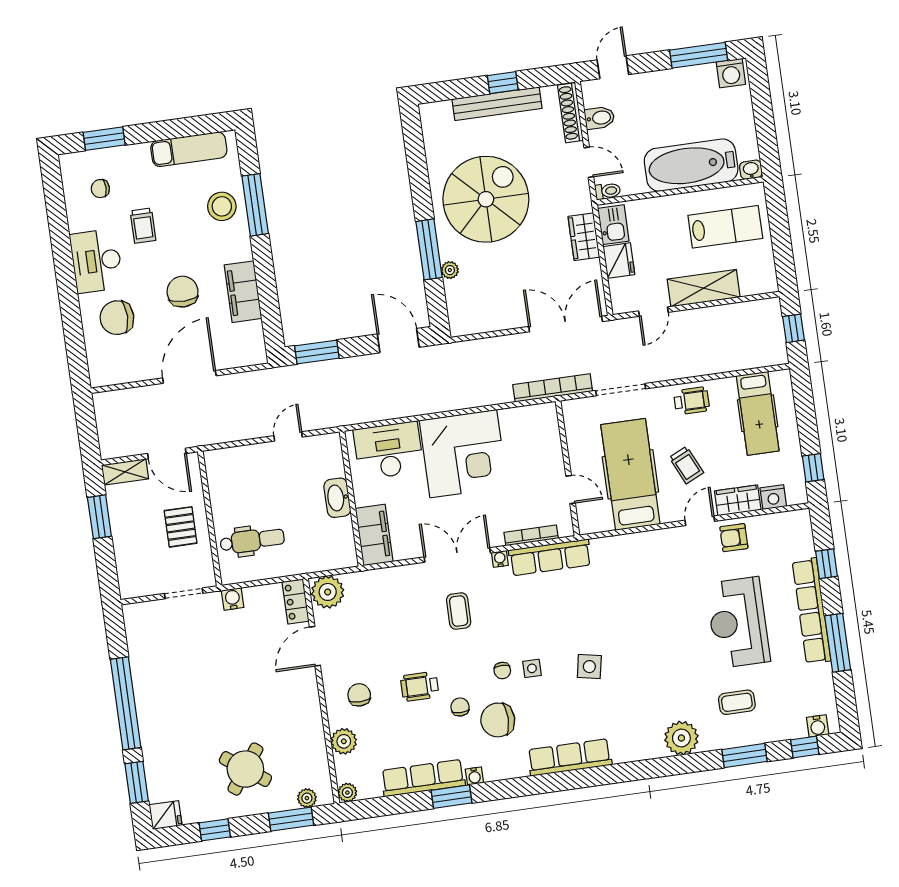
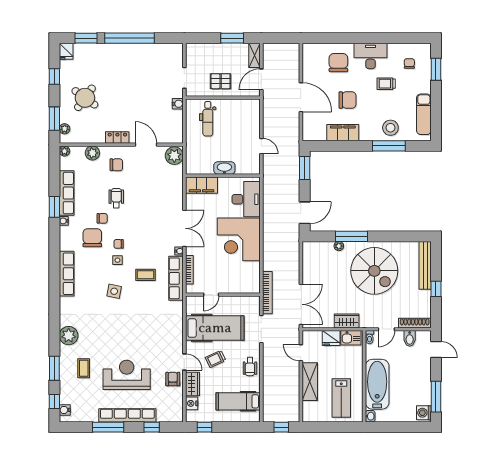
bench: (497, 104) -> (425, 265), moved
locker: (295, 601) -> (117, 138), moved
coffee table: (459, 611) -> (145, 275), moved

